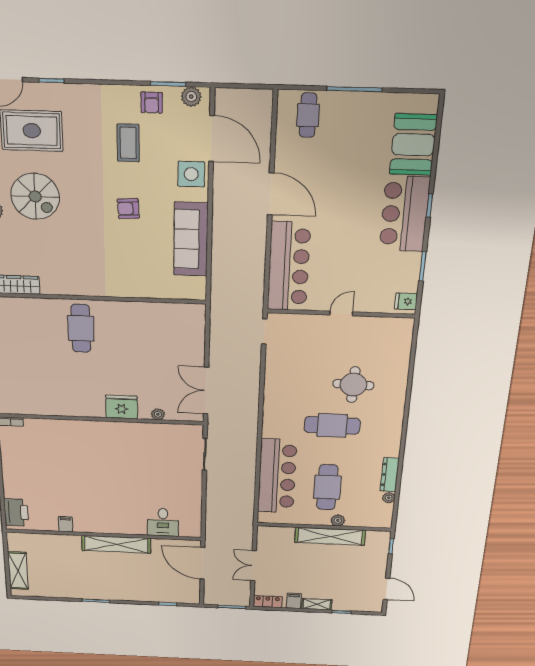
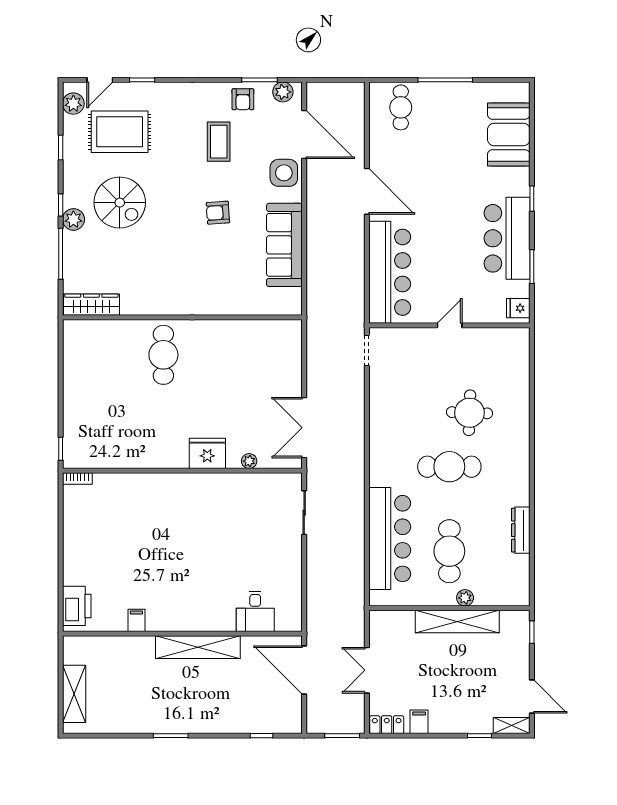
bar counter: (404, 214) -> (507, 238), moved
plant: (389, 498) -> (522, 562), removed
shelving: (317, 604) -> (512, 726), moved

